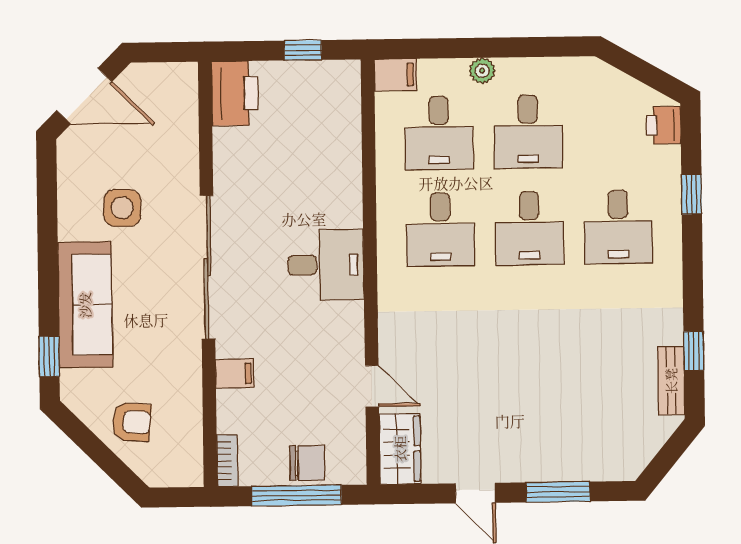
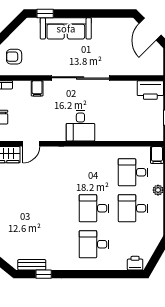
window: (692, 194) -> (107, 274), removed
side table: (122, 208) -> (105, 44), removed
desk: (440, 230) -> (94, 172), removed
armchair: (132, 422) -> (14, 57), moved, turned 85

